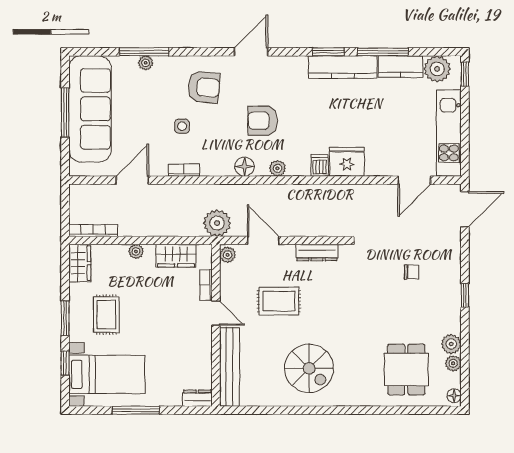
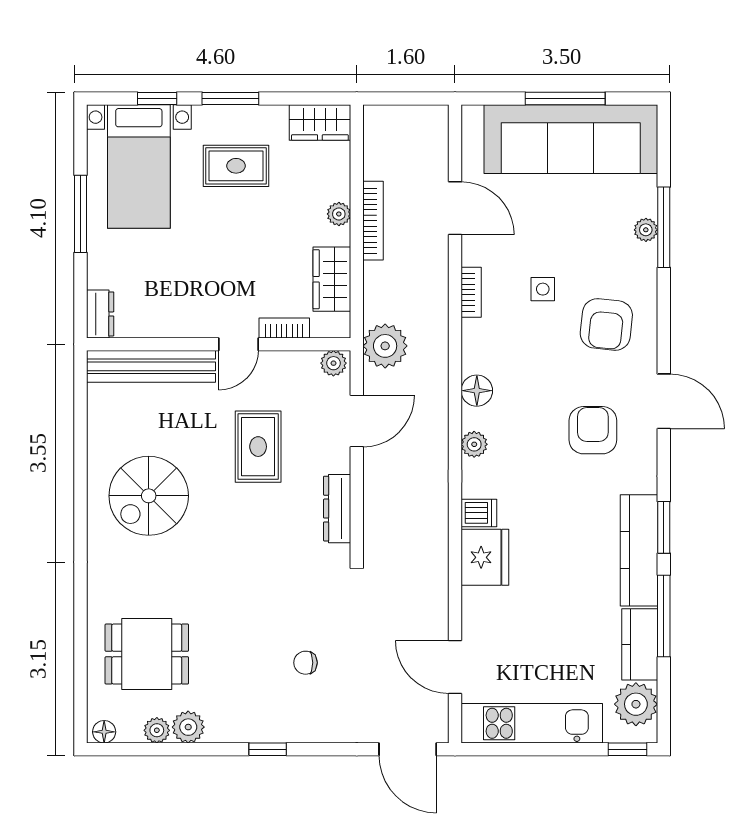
armchair: (263, 121) -> (593, 430), moved
bookcase: (93, 230) -> (373, 221), moved
chair: (412, 272) -> (306, 663), turned 90

